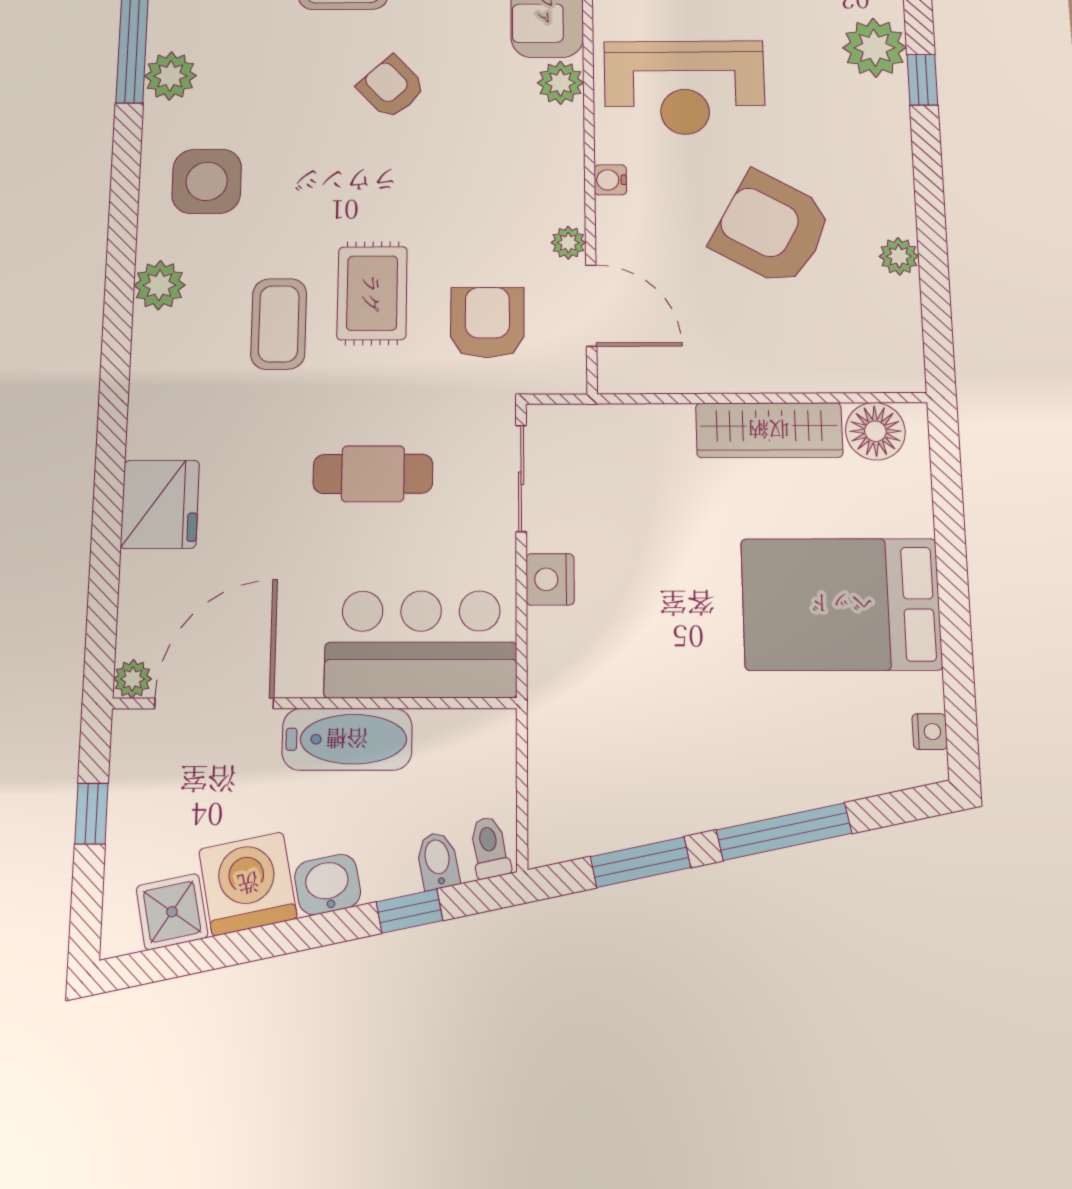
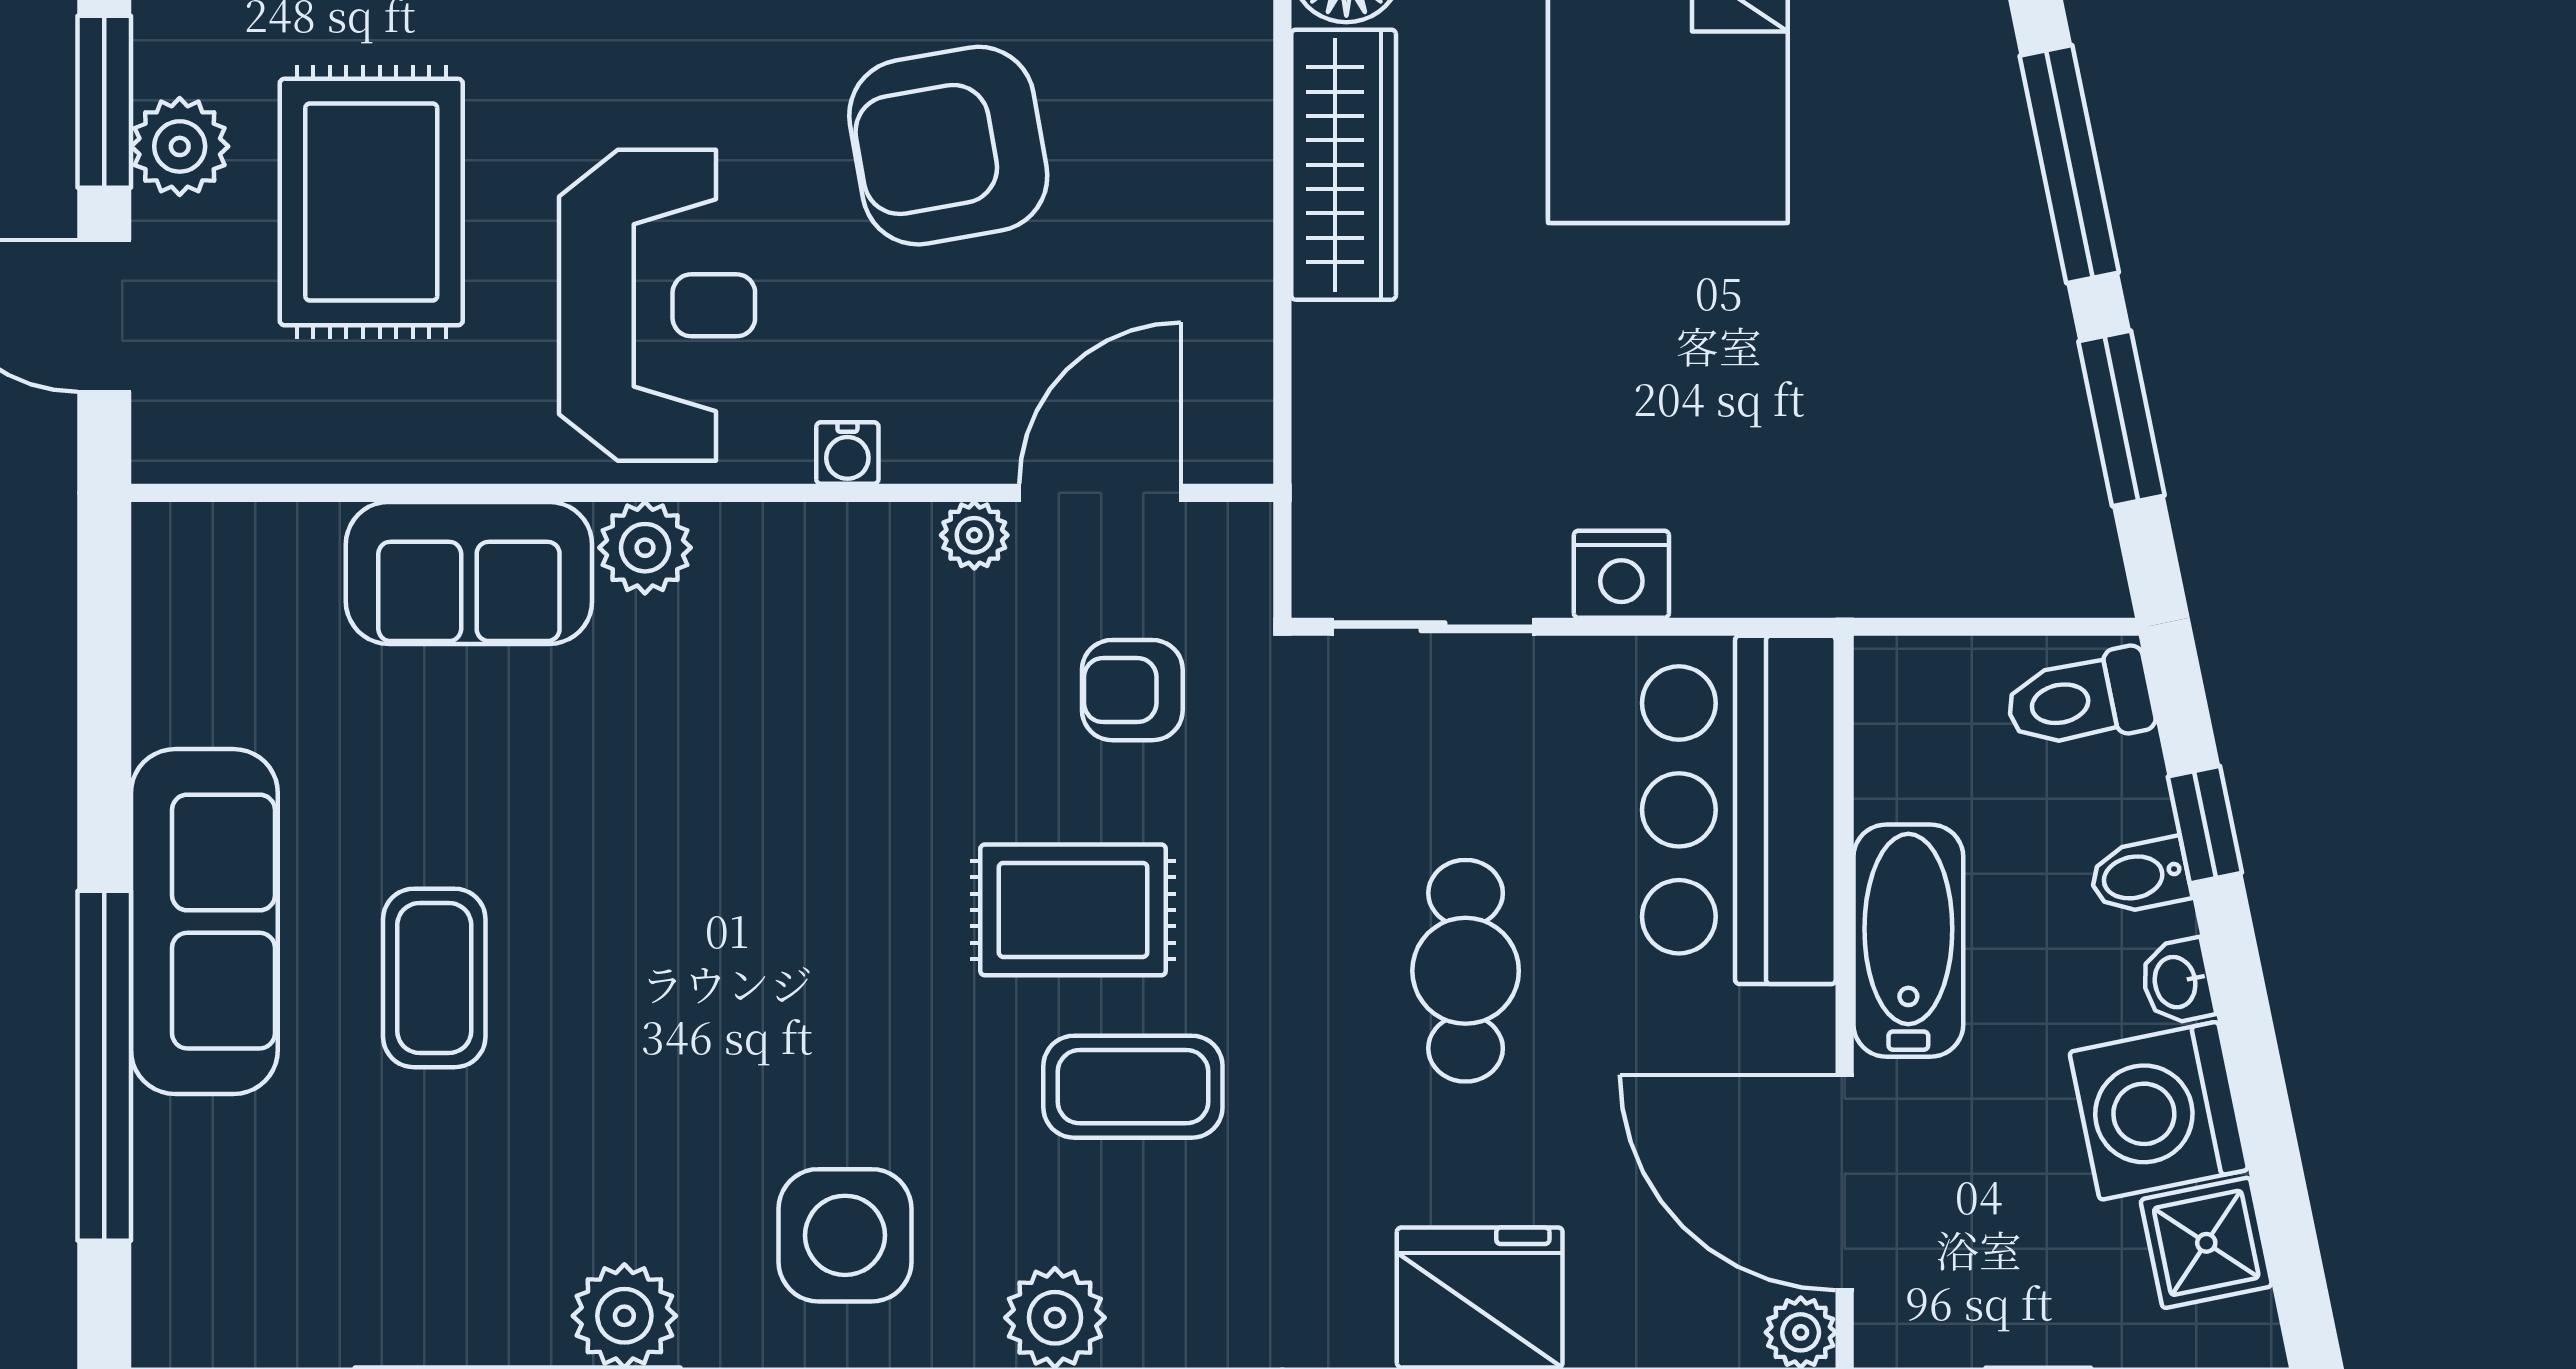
armchair: (391, 87) -> (652, 879), removed
armchair: (772, 229) -> (948, 146), turned 51
armchair: (487, 322) -> (1132, 690), width x0.72, depth x0.72
cafe table: (373, 474) -> (1466, 971), moved
toilet: (489, 847) -> (2080, 700), width x1.37, depth x1.39
bidet: (438, 861) -> (2140, 876), moved
washbasin: (328, 884) -> (2177, 982), width x0.72, depth x0.69

